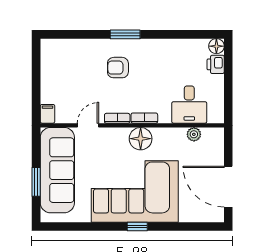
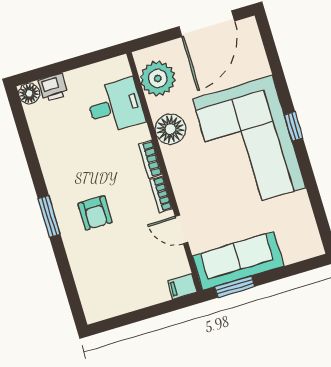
plant: (194, 134) -> (158, 78), width x1.87, depth x1.87
floor lamp: (141, 139) -> (170, 129), moved
sofa: (57, 170) -> (238, 261), width x0.74, depth x0.79
window: (36, 182) -> (235, 287), moved

